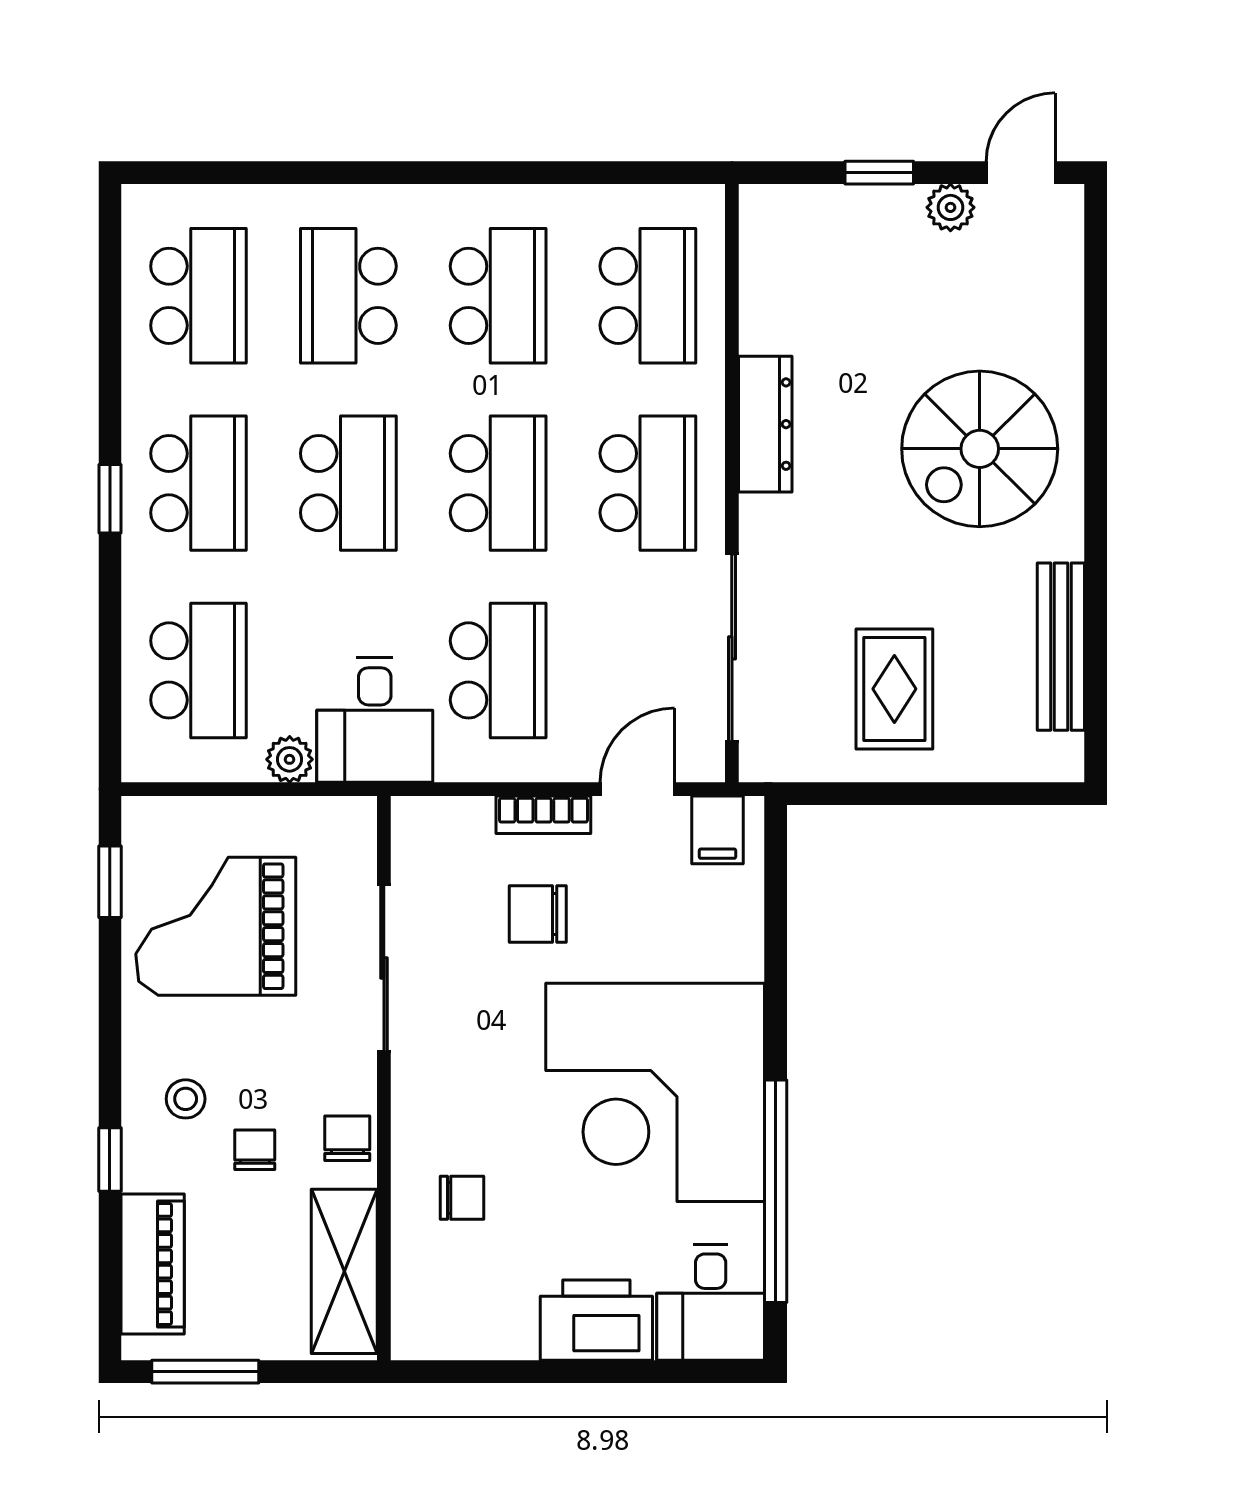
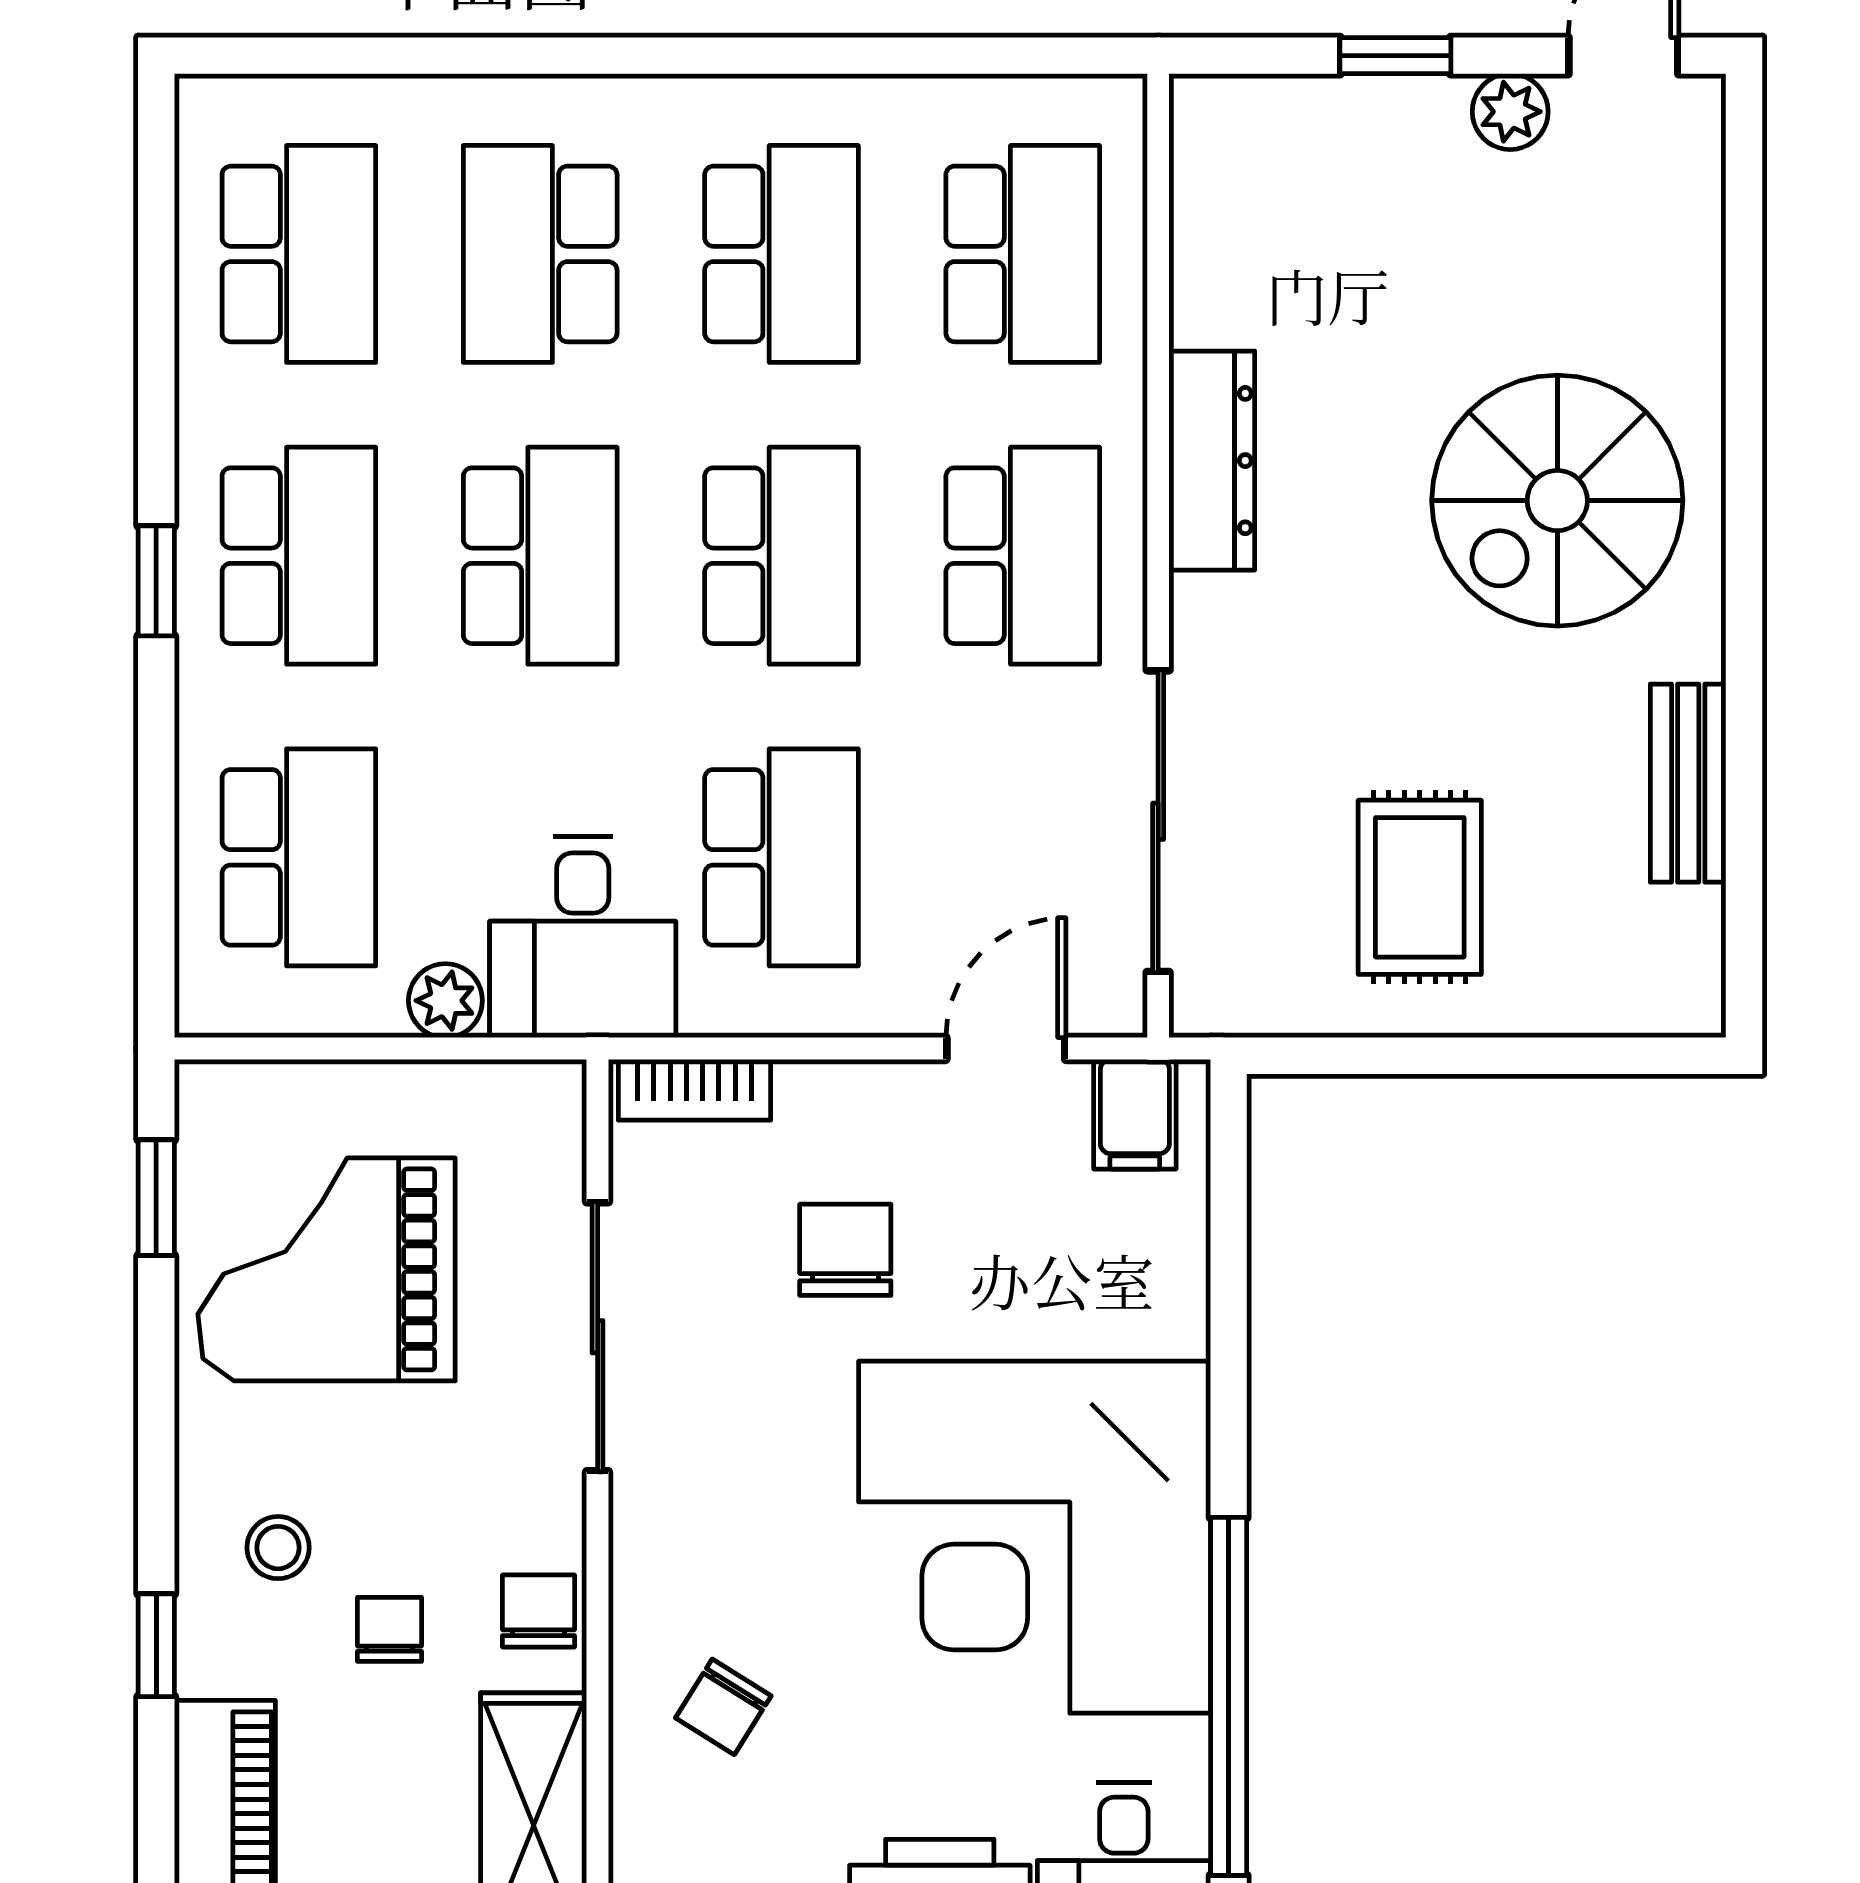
bench: (1061, 647) -> (1688, 783), width x0.73
bookcase: (543, 815) -> (694, 1090), moved
chair: (538, 914) -> (845, 1250), turned 90
chair: (462, 1198) -> (723, 1707), turned 122

